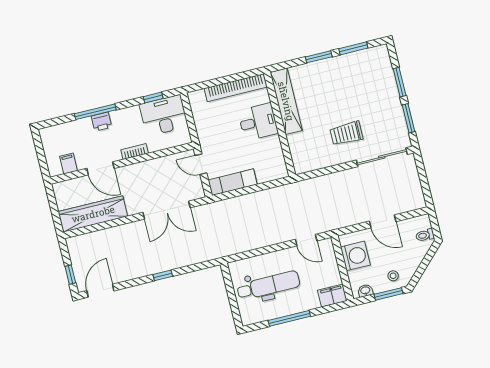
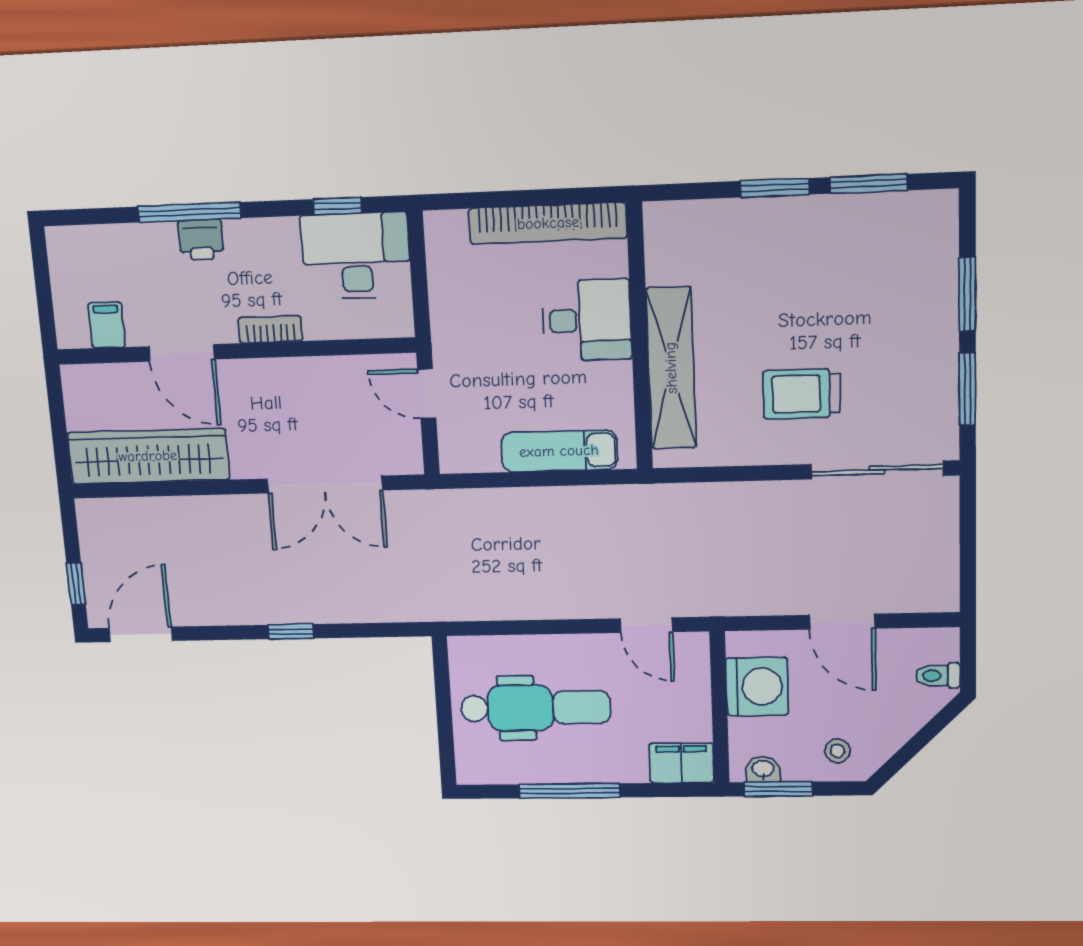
shelving: (286, 101) -> (671, 368), moved
exam couch: (233, 182) -> (559, 451), moved
window: (389, 294) -> (778, 789), moved

